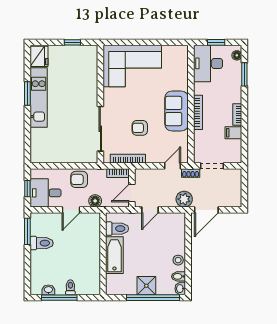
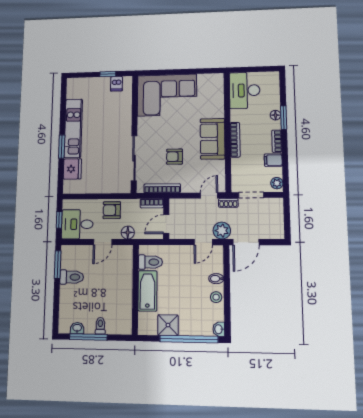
window: (216, 42) -> (252, 69), removed
dishwasher: (82, 53) -> (116, 84), added
floor lamp: (237, 55) -> (275, 115), moved
fridge: (39, 56) -> (72, 169), moved
window: (244, 74) -> (284, 118), moved
window: (27, 94) -> (62, 147), moved
plant: (236, 155) -> (277, 183), added
door: (150, 210) -> (203, 242), moved
bidet: (178, 276) -> (216, 279), moved
shower: (146, 286) -> (168, 325), moved

